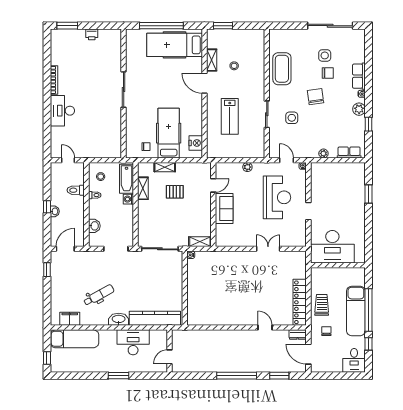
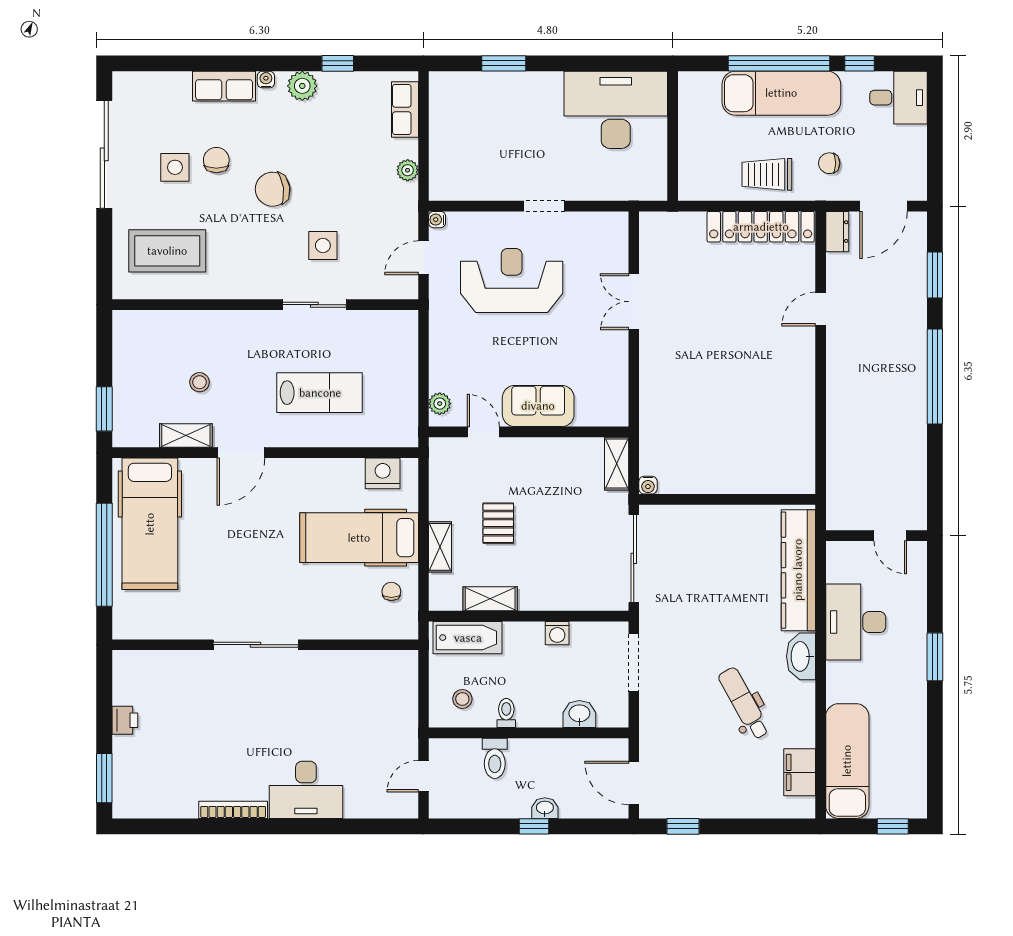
coffee table: (282, 69) -> (167, 251), moved
plant: (247, 167) -> (440, 404), moved
washing machine: (128, 199) -> (557, 633), moved
desk: (332, 247) -> (616, 110), moved, turned -90

